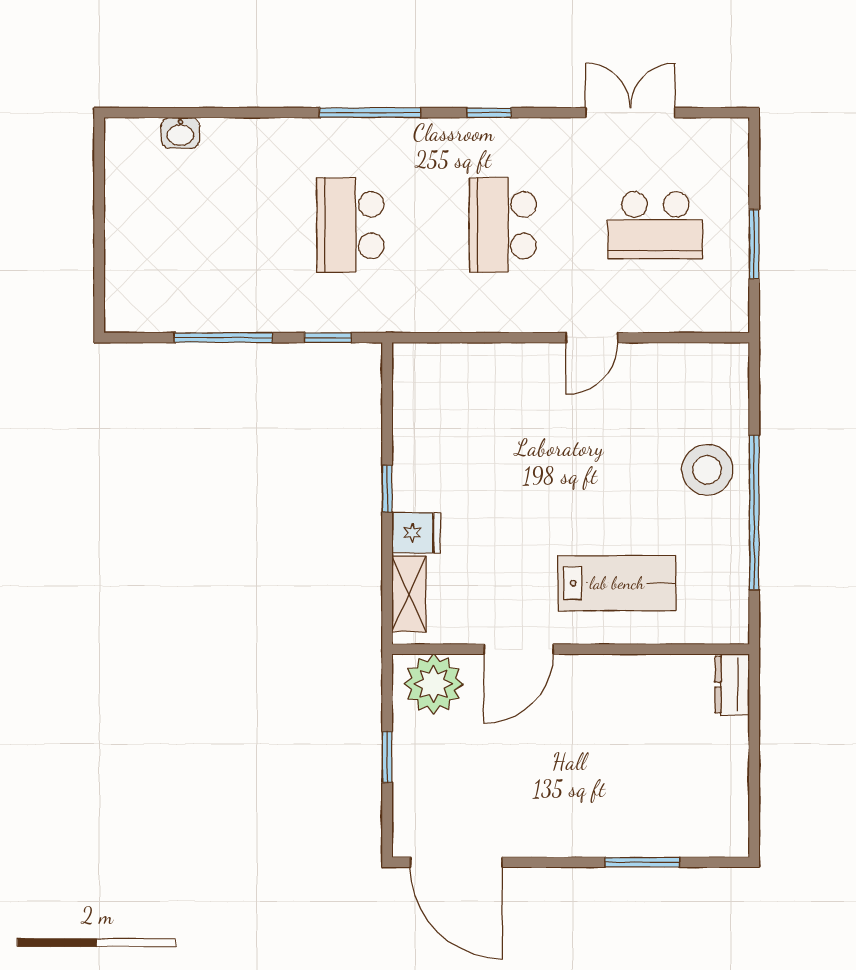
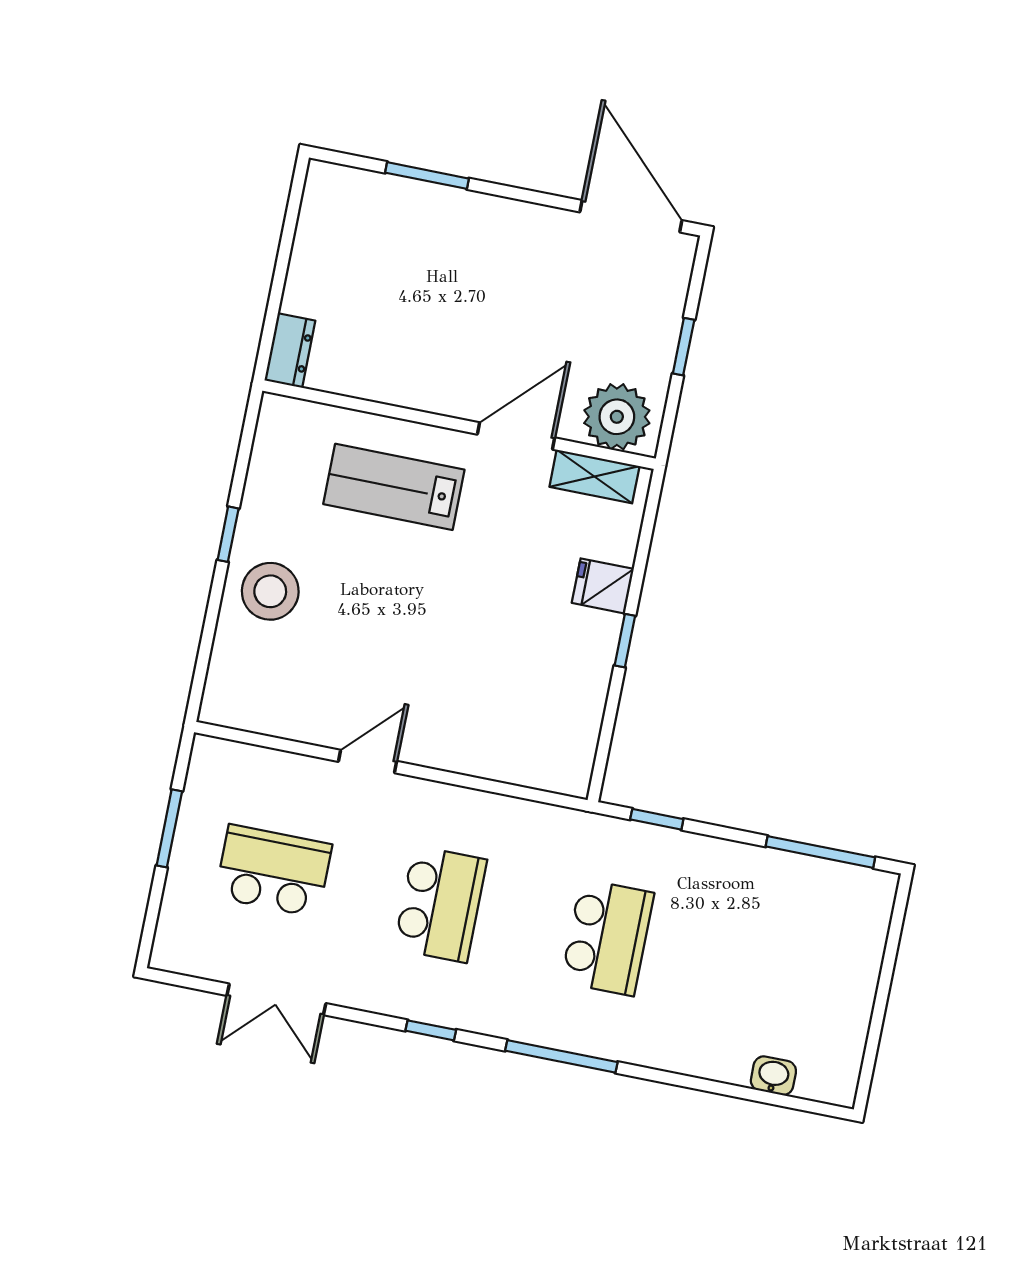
window: (223, 338) -> (820, 852), moved
window: (754, 513) -> (228, 534), width x0.32
shelving: (409, 594) -> (594, 476), moved, turned 90

